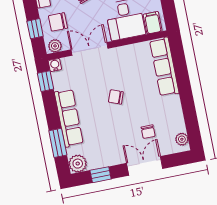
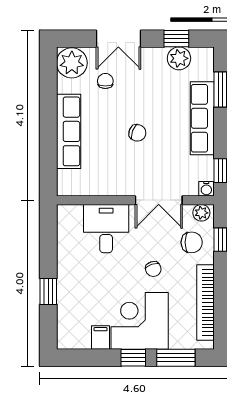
filing cabinet: (153, 23) -> (72, 217), removed
row of seats: (164, 67) -> (69, 131), moved
plant: (182, 139) -> (72, 63), width x1.87, depth x1.87
plant: (78, 164) -> (179, 58), moved

